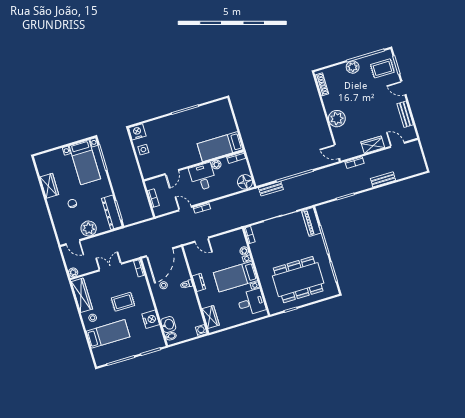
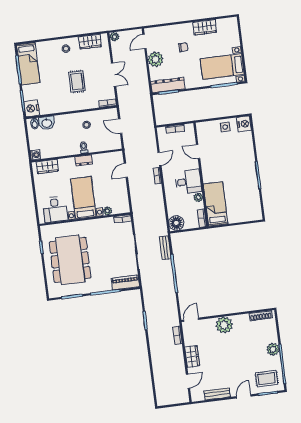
rug: (382, 68) -> (267, 379), turned 90
bench: (383, 179) -> (156, 361), removed
door: (159, 252) -> (120, 126), width x0.53
wardrobe: (82, 295) -> (90, 42), width x0.67
nightstand: (151, 319) -> (32, 108), moved, turned 90
bed: (108, 334) -> (28, 64), moved

